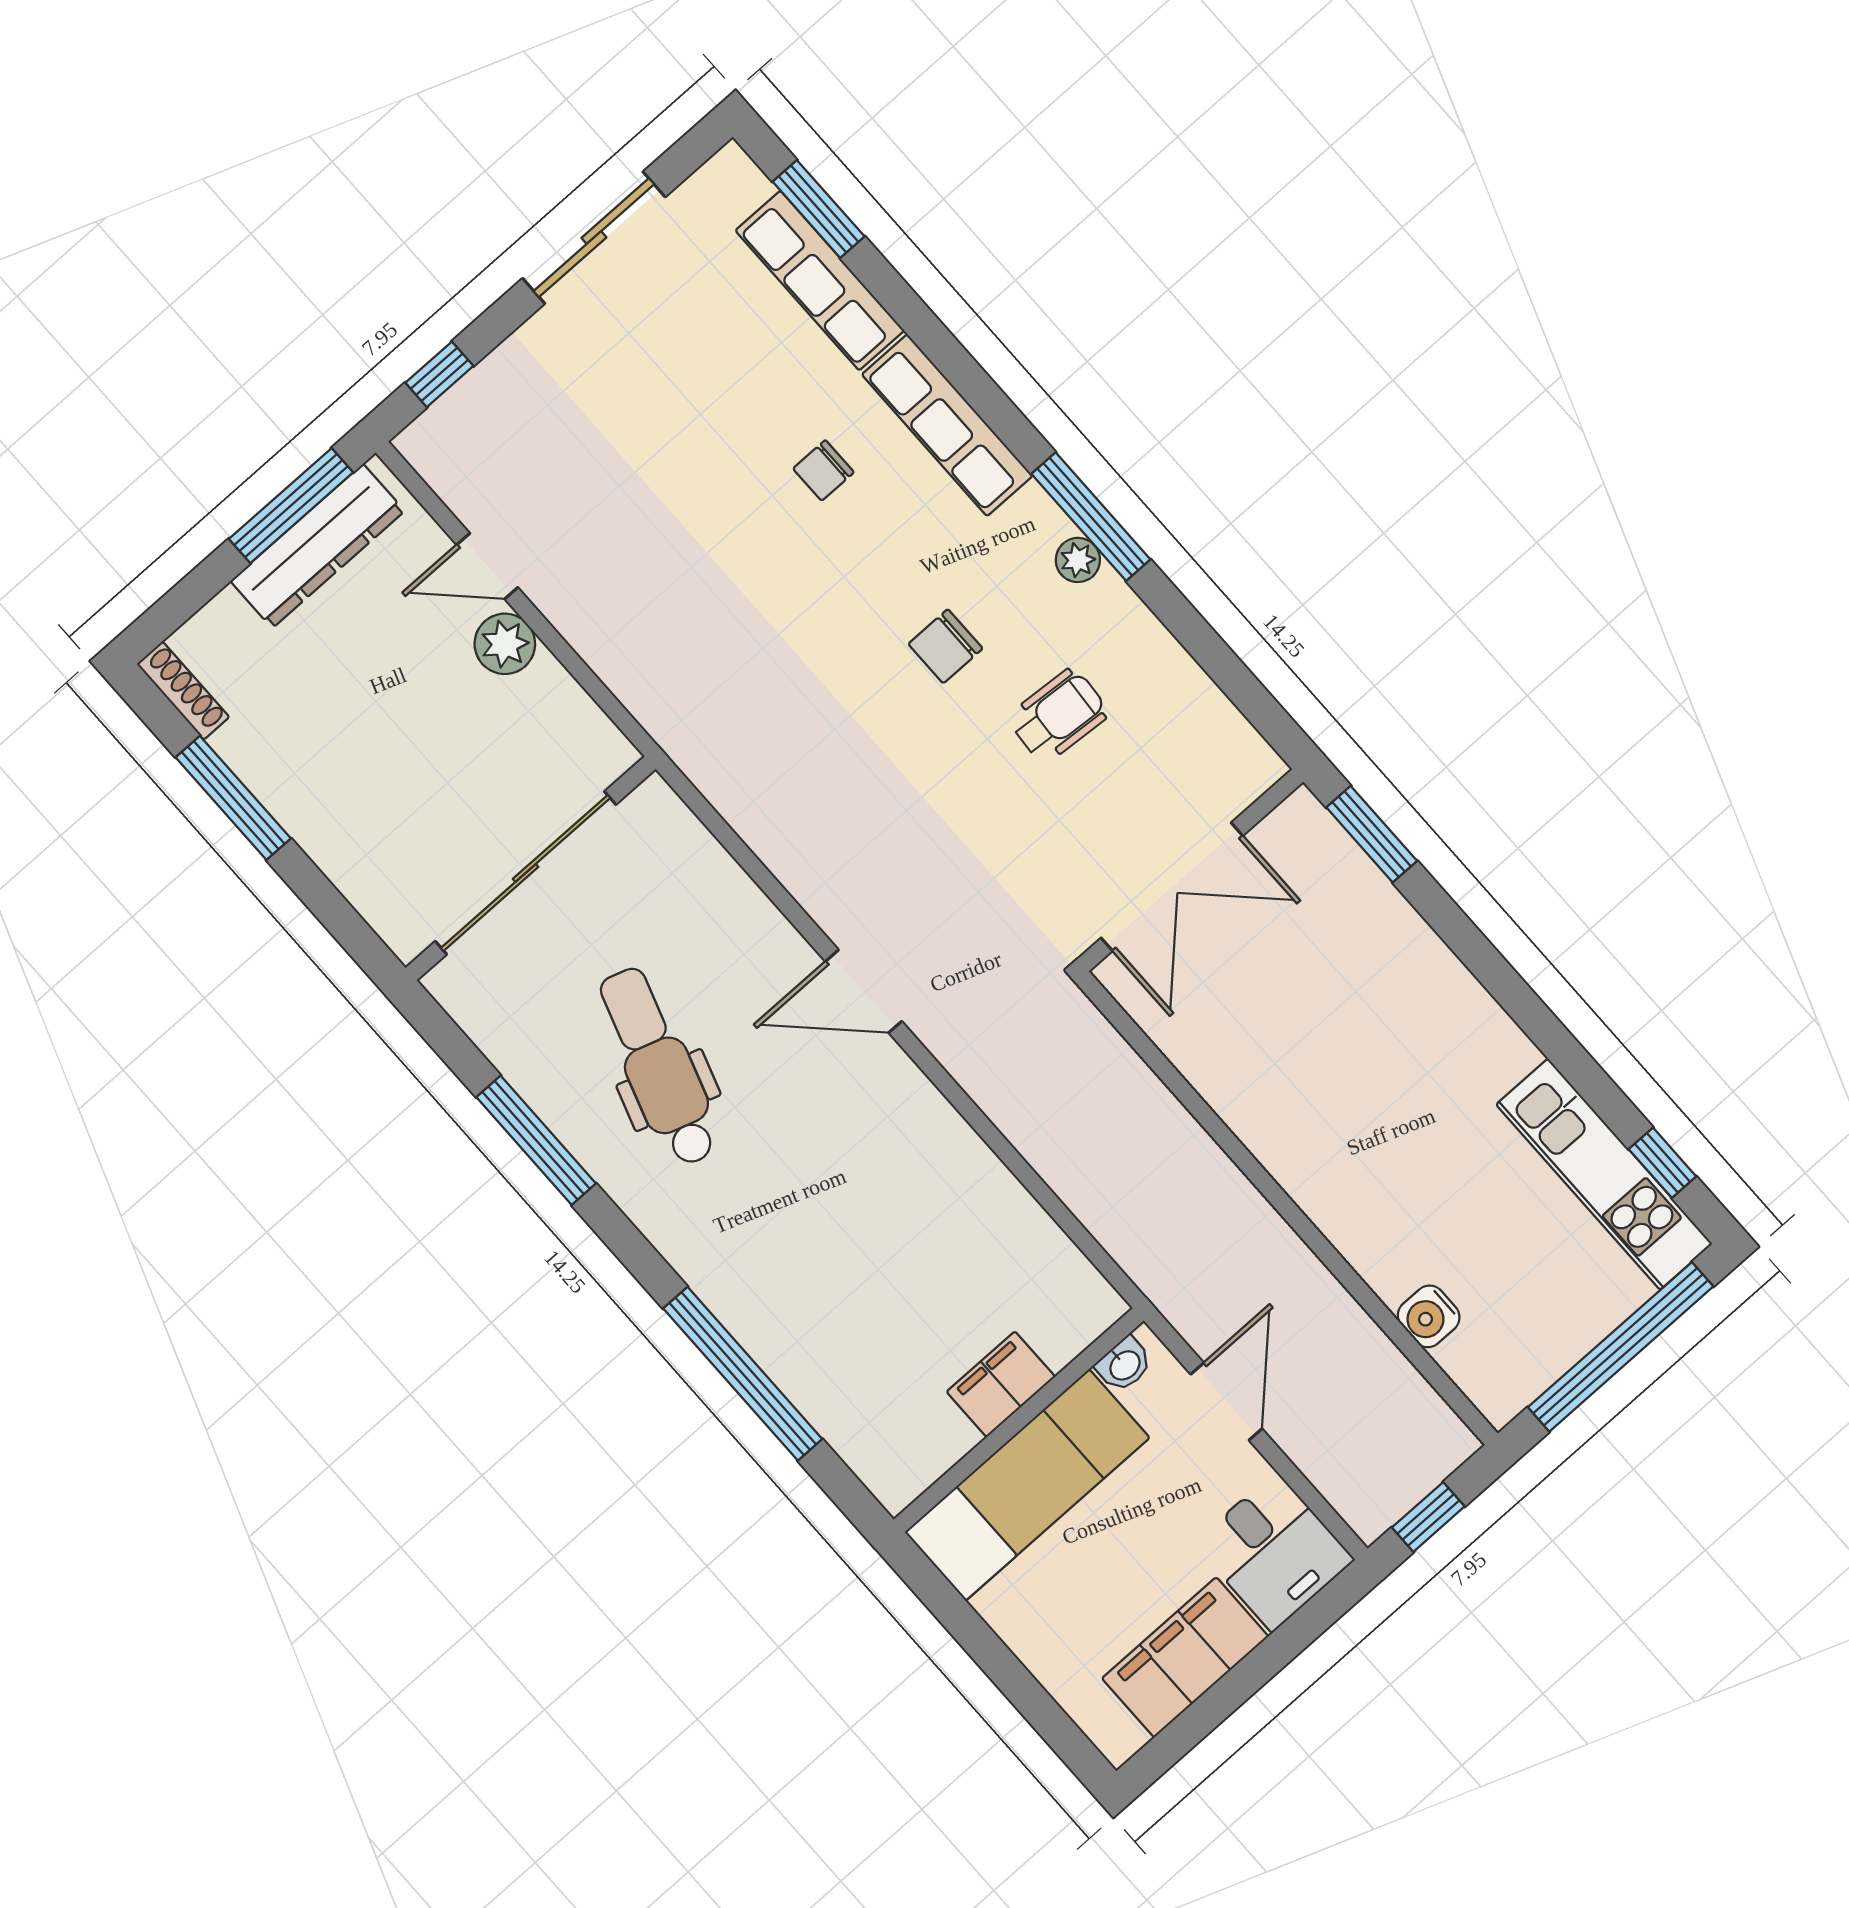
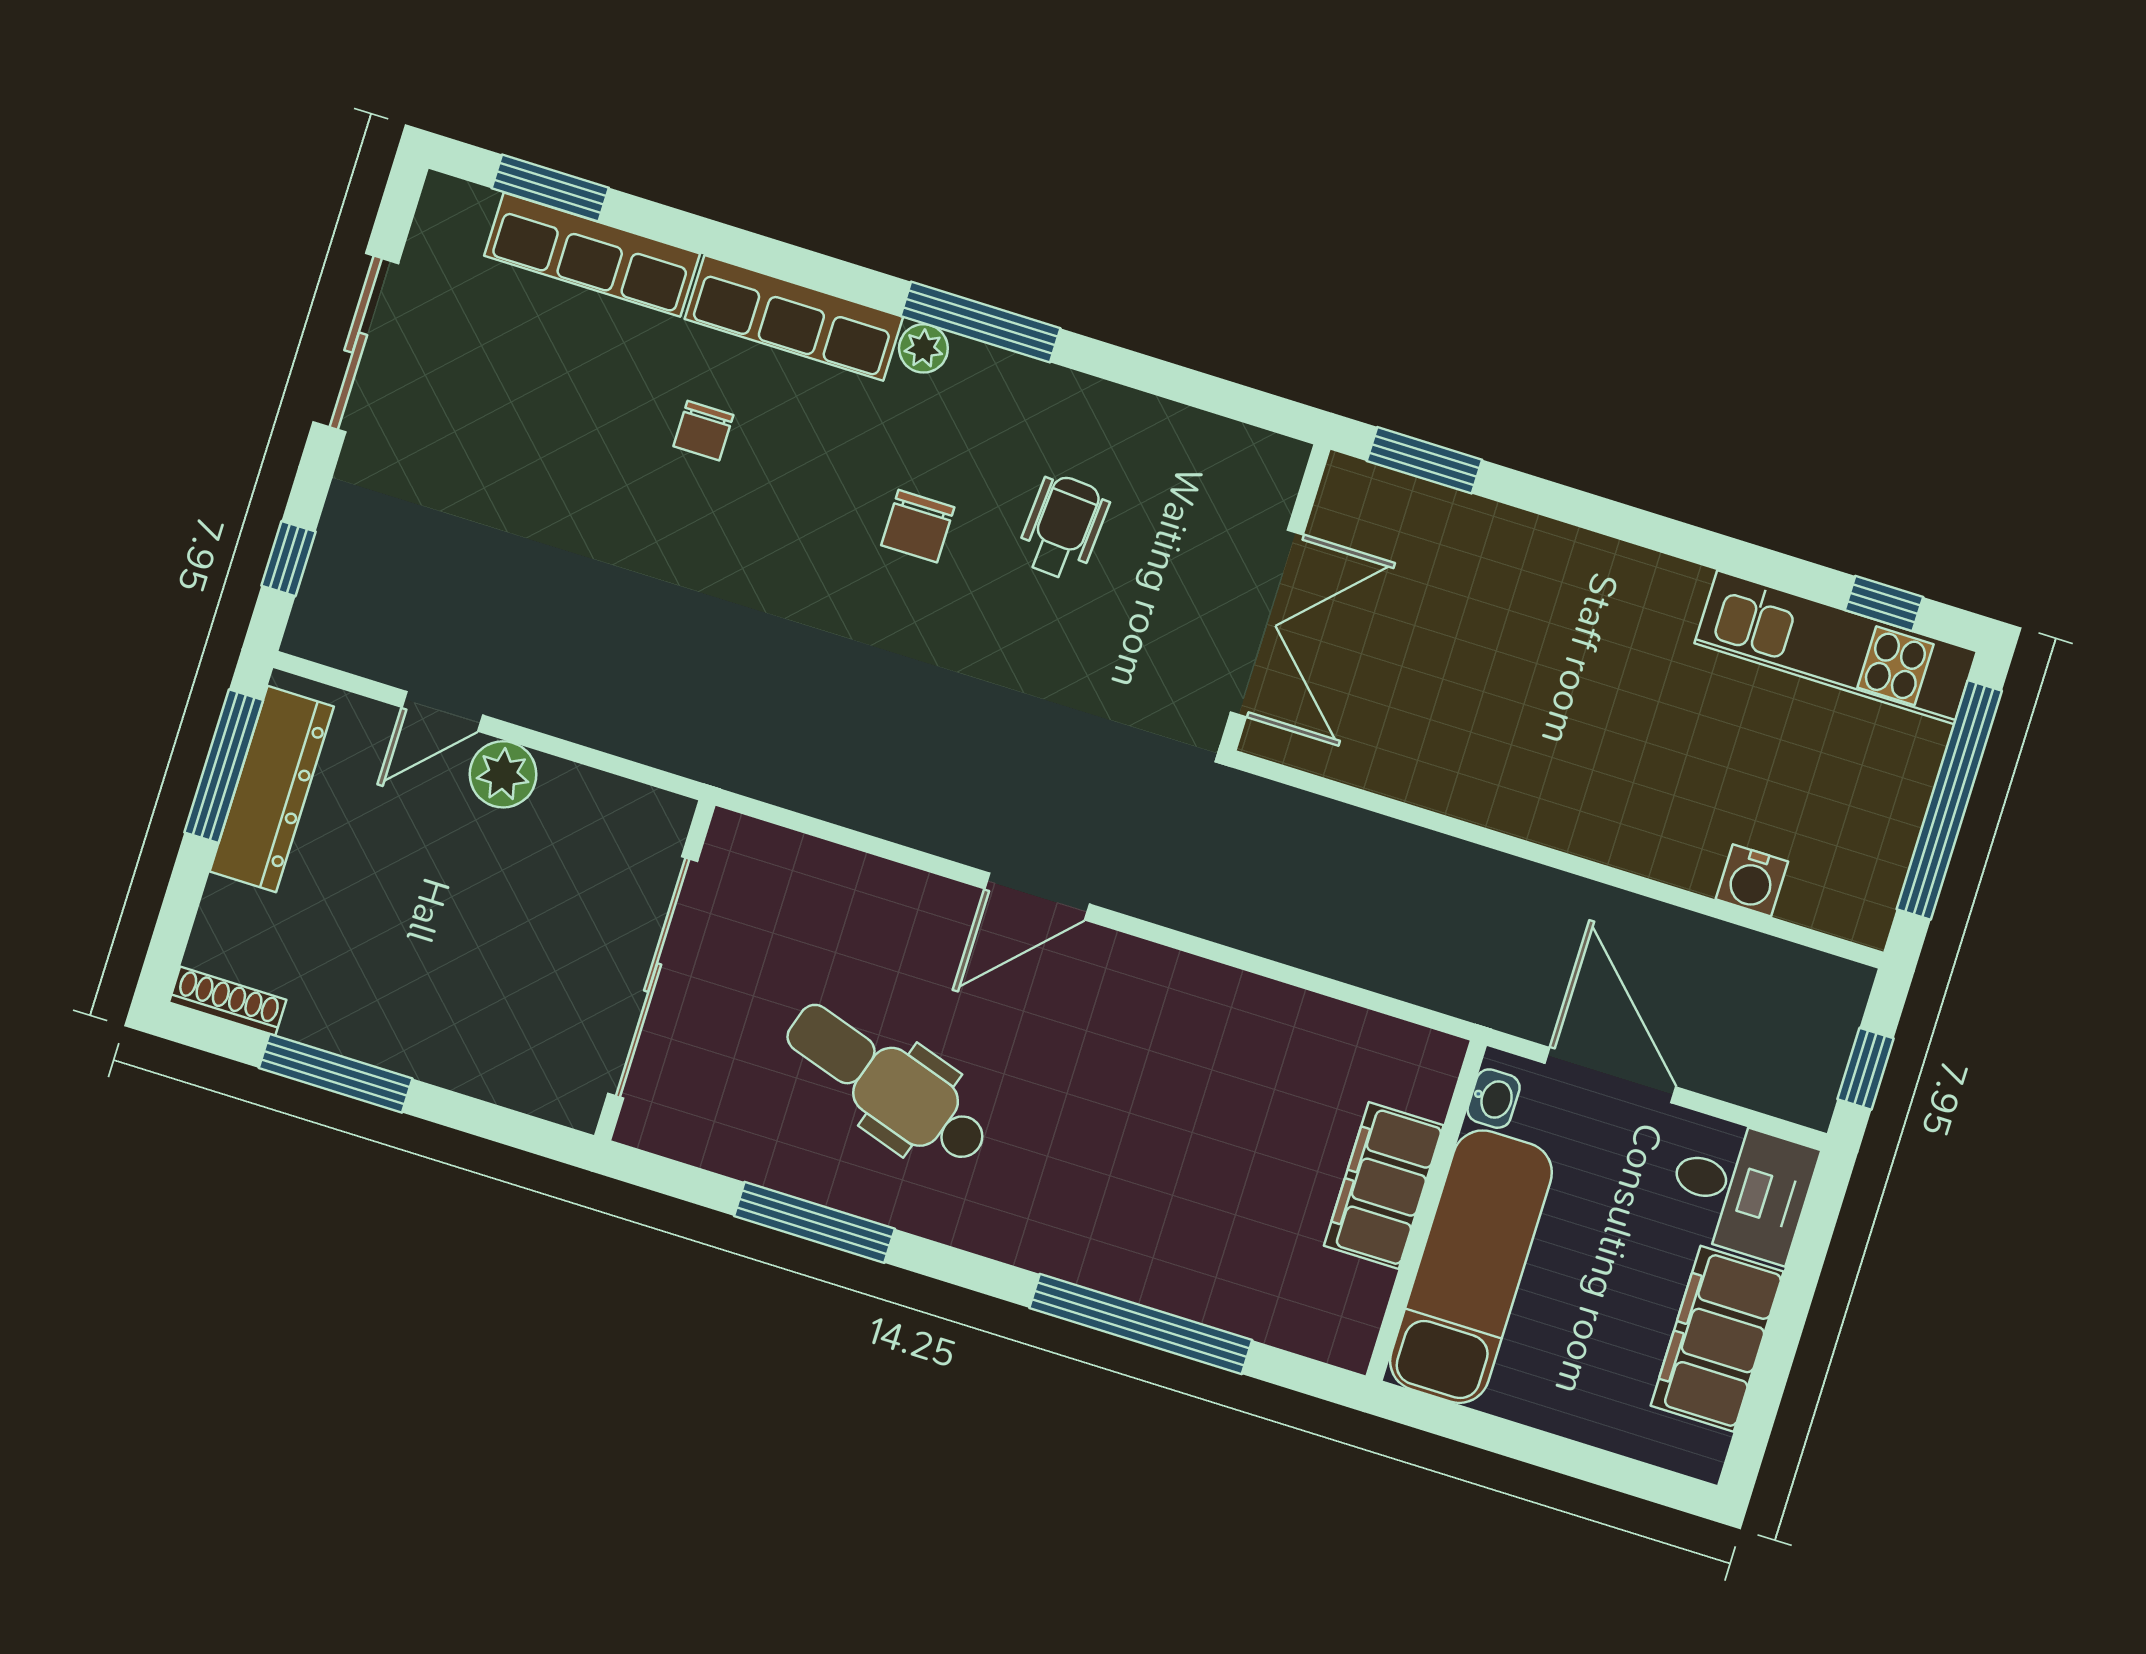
plant: (1078, 560) -> (923, 348), moved
filing cabinet: (1001, 1384) -> (1384, 1186), width x1.50, depth x1.17
door: (1226, 1401) -> (1610, 1075), width x1.36

